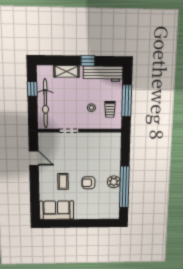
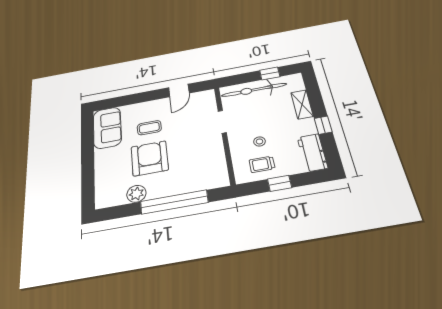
workbench: (103, 74) -> (312, 153), width x0.73
window: (127, 101) -> (280, 183), width x0.46
plant: (114, 182) -> (136, 194), moved
armchair: (88, 183) -> (150, 158), width x1.88, depth x1.88
window: (124, 187) -> (174, 202), moved

